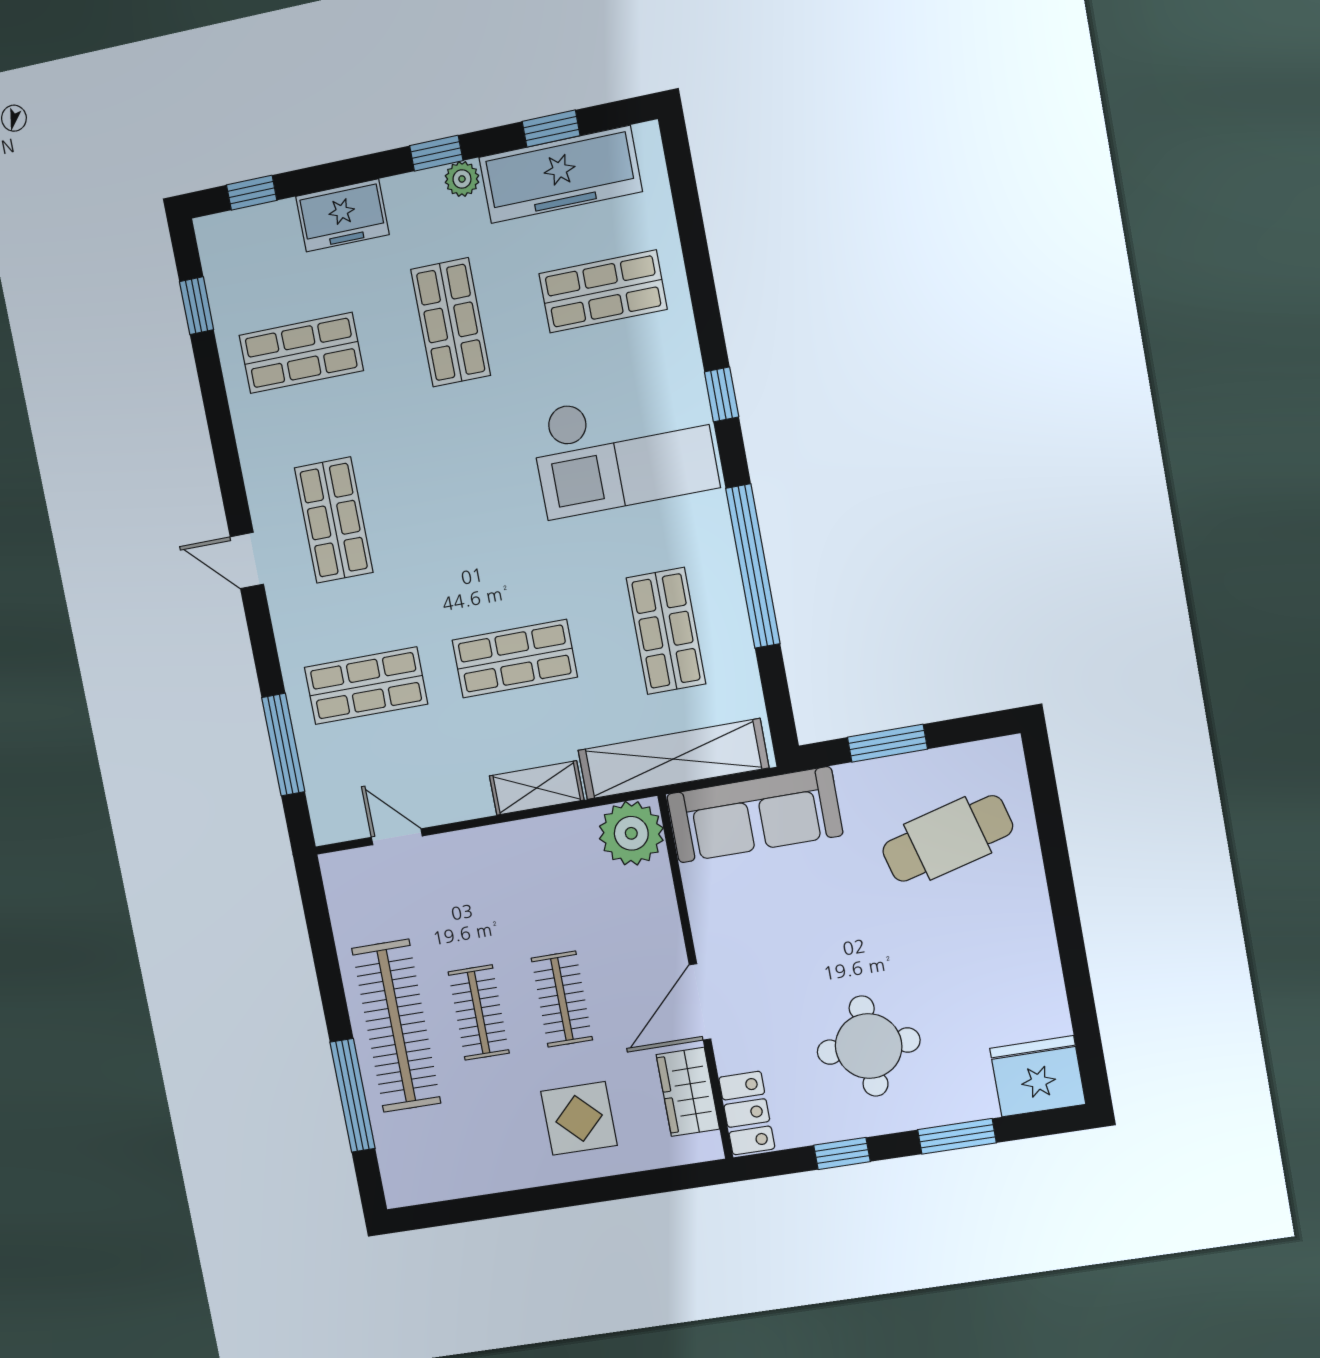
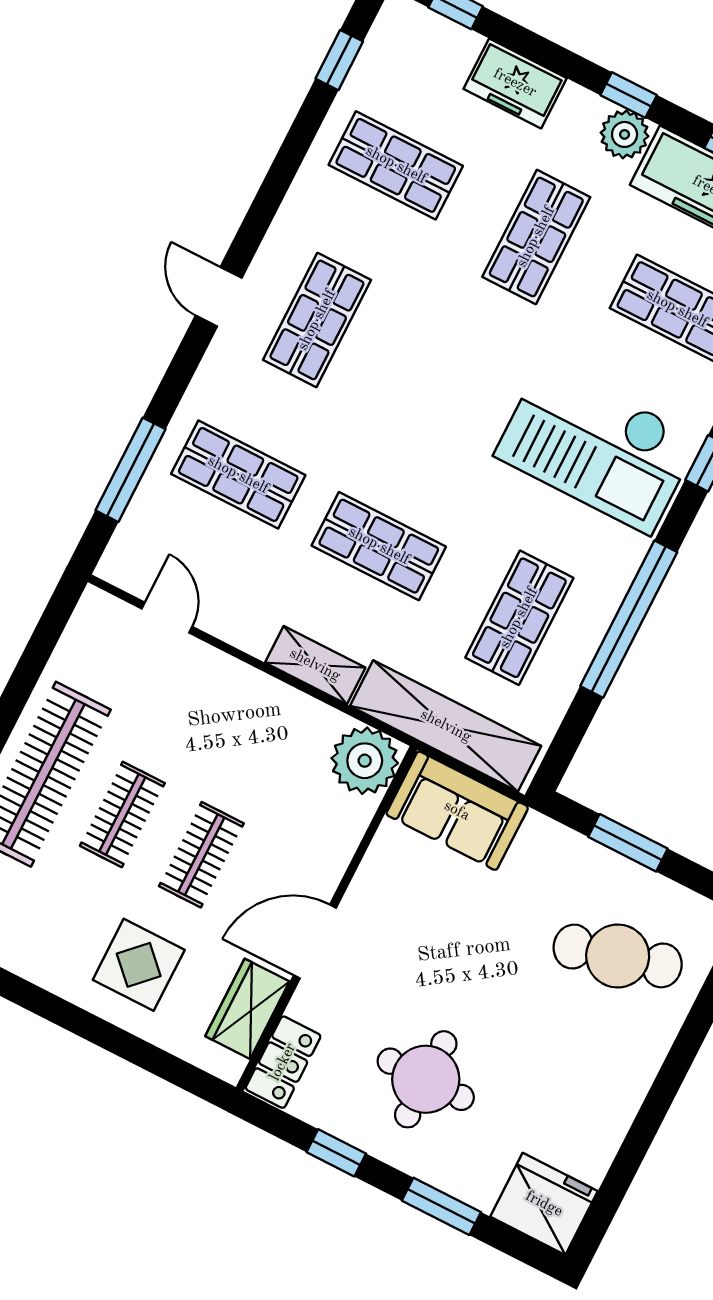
plant: (462, 179) -> (625, 134), width x1.38, depth x1.38
sofa: (755, 815) -> (457, 811), width x0.73

